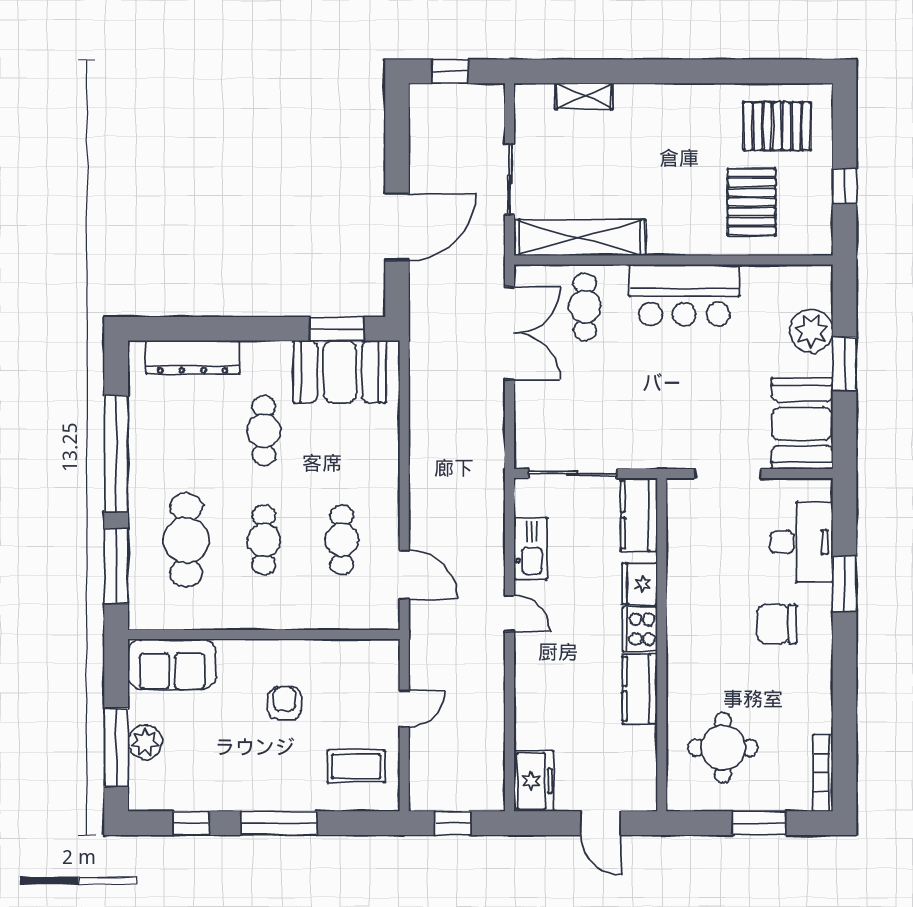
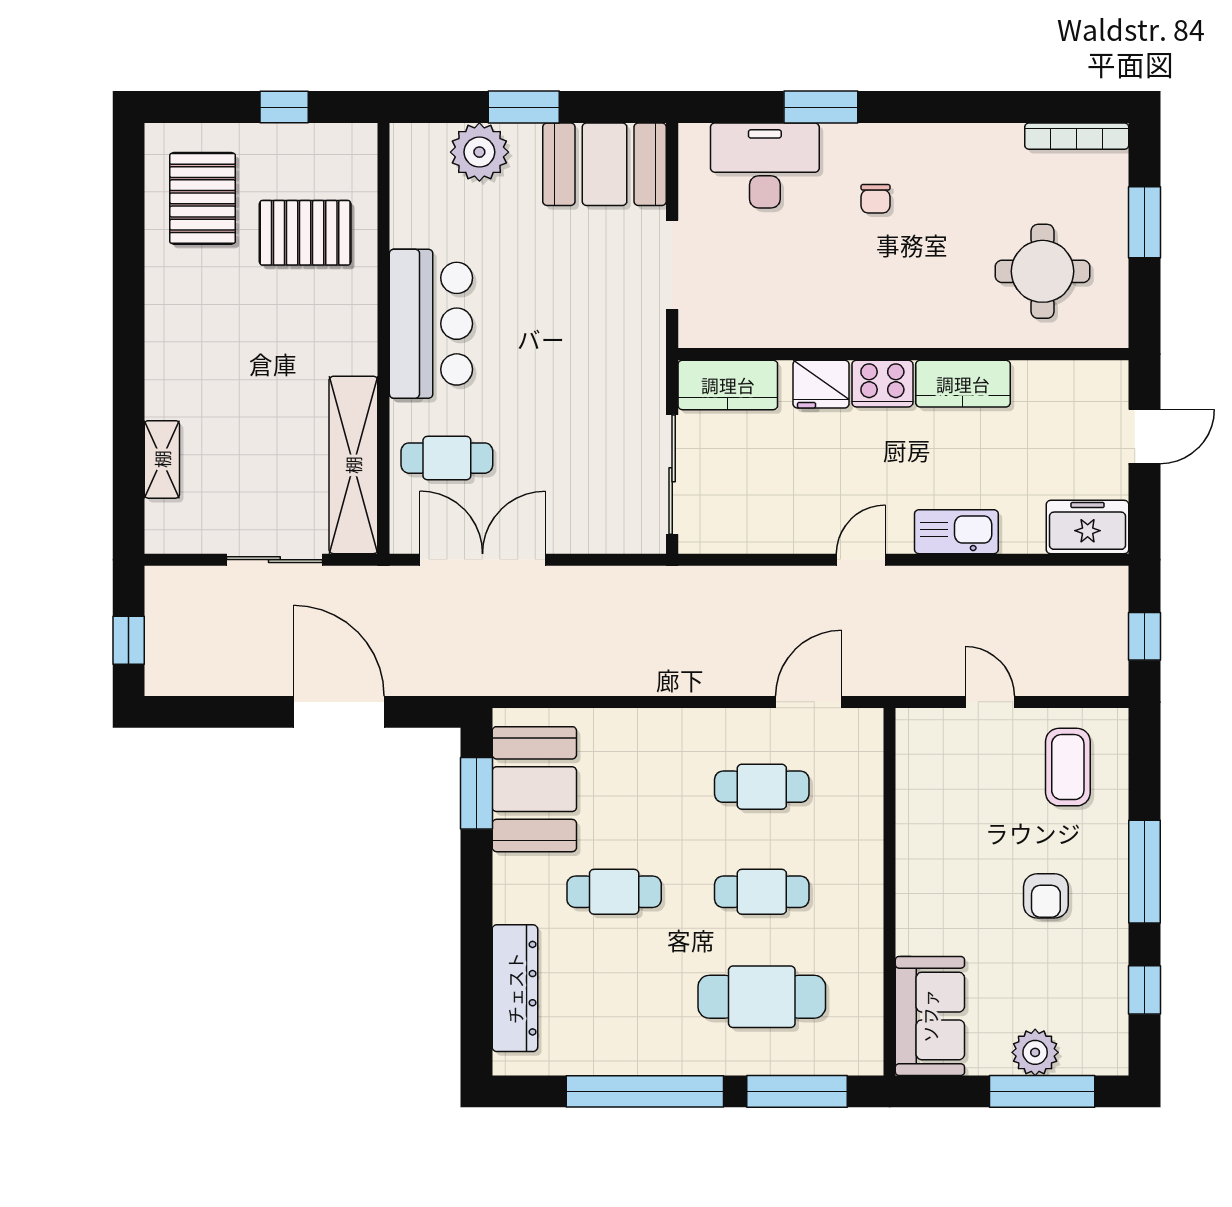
kitchen sink: (530, 548) -> (956, 532), moved
chair: (777, 624) -> (875, 199), width x0.54, depth x0.54
armchair: (285, 703) -> (1046, 896), moved, turned -90

